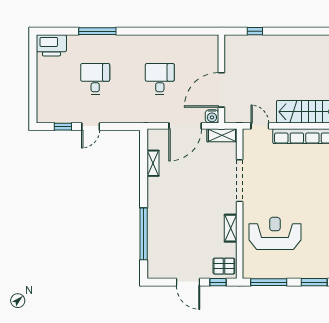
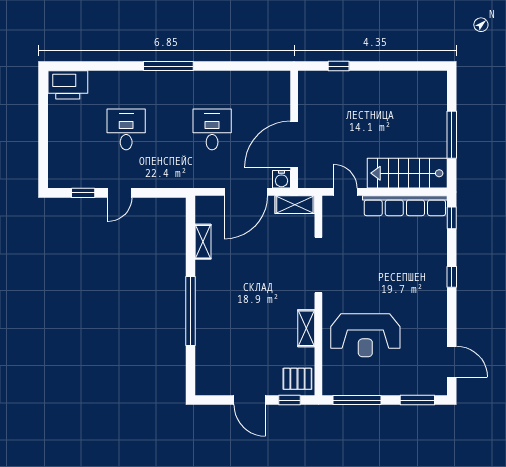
window: (97, 31) -> (168, 66), moved
reception desk: (275, 233) -> (365, 335), turned 180
window: (144, 234) -> (191, 311), moved

